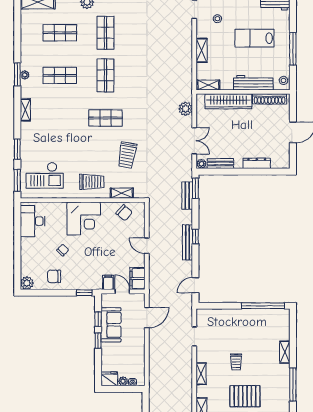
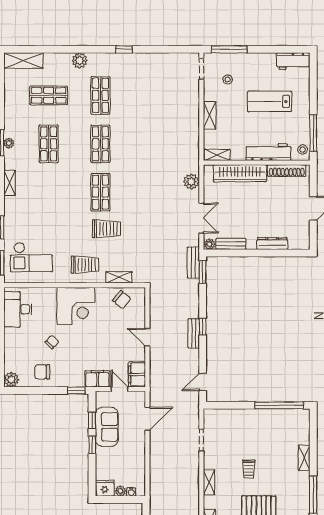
window: (293, 49) -> (313, 133), moved
shop shelf: (60, 75) -> (49, 144), turned 90
shop shelf: (105, 118) -> (100, 192), turned 90
trolley: (127, 155) -> (107, 229), moved, turned -100
bench: (187, 196) -> (193, 263), moved
bench: (188, 242) -> (194, 333), width x0.73
filing cabinet: (108, 282) -> (97, 379), width x2.00

